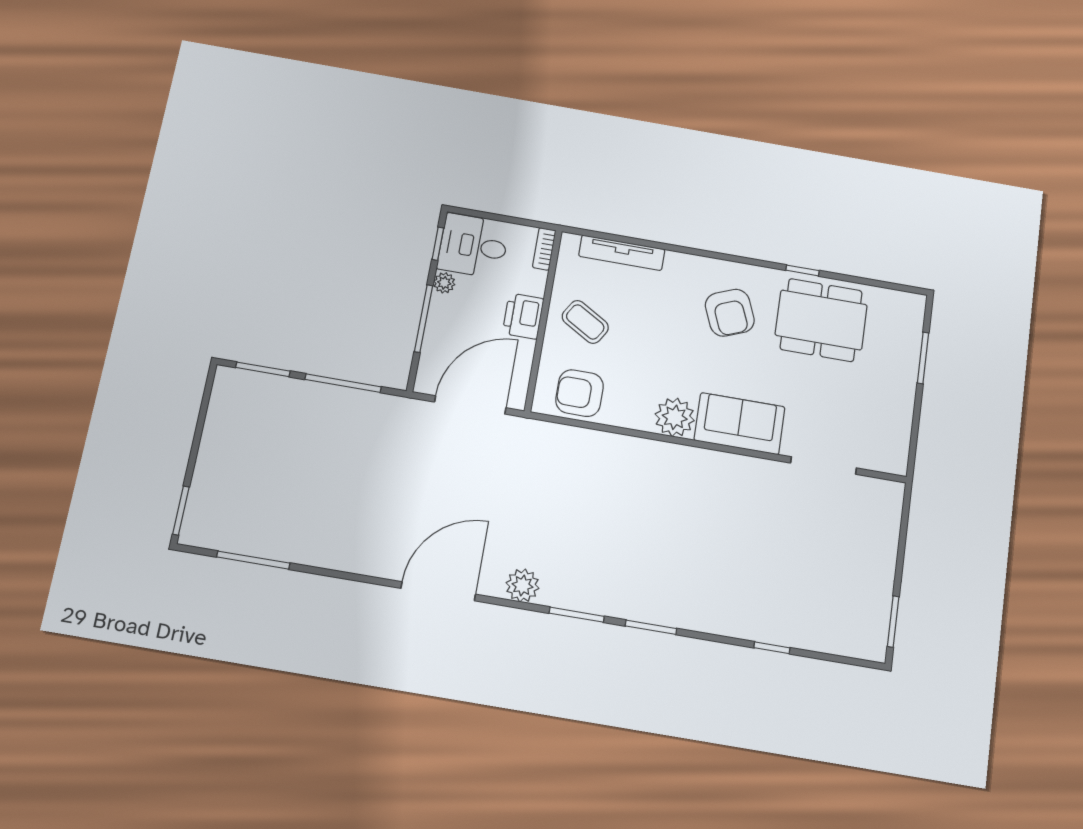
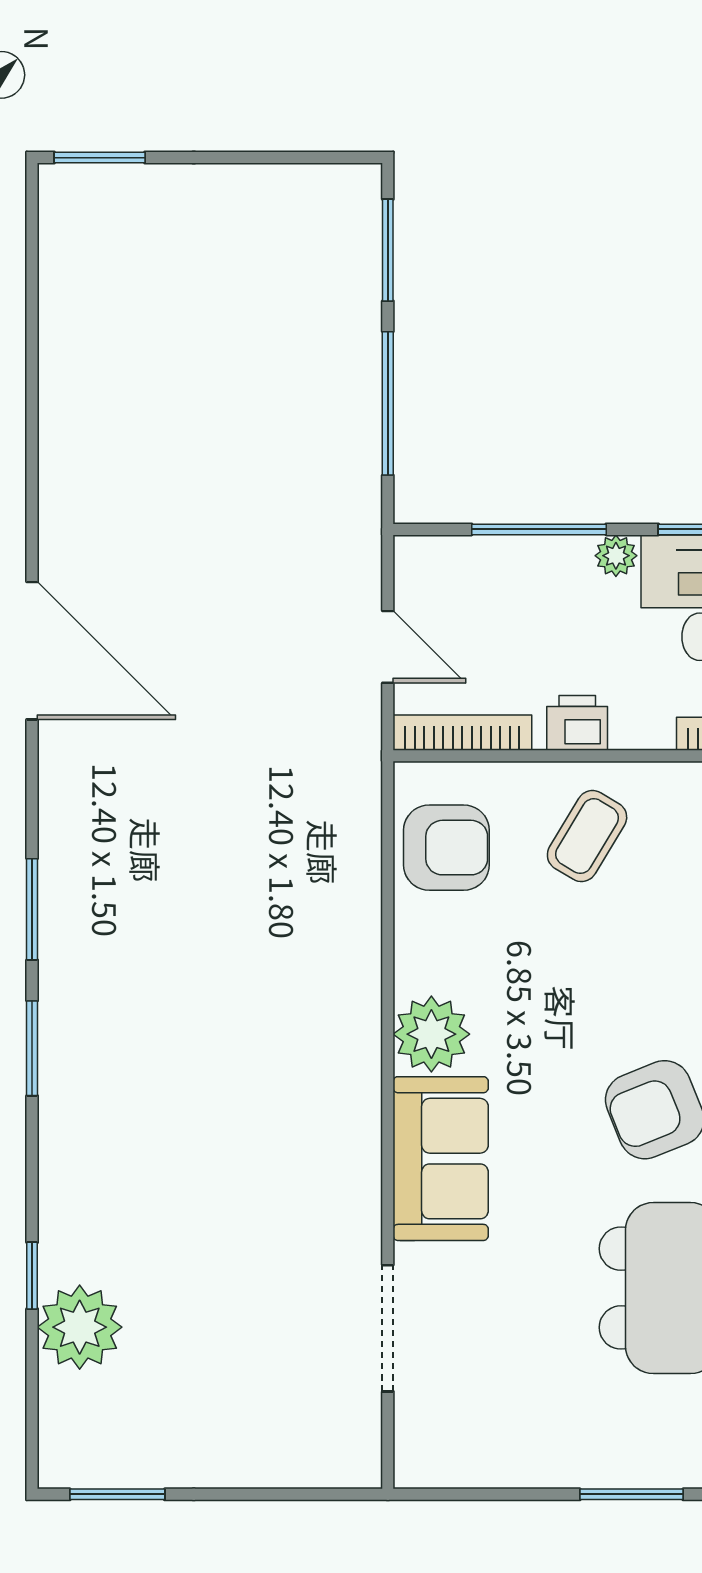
printer: (523, 316) -> (577, 723), width x0.73, depth x0.81
bookcase: (521, 375) -> (462, 733), added
armchair: (580, 393) -> (446, 848), turned 90
door: (470, 405) -> (388, 647), width x0.53
window: (253, 560) -> (32, 306), removed
plant: (523, 585) -> (80, 1327), moved, width x1.36, depth x1.36

